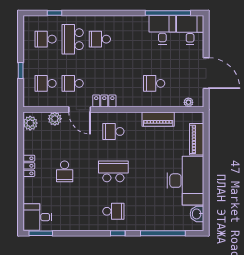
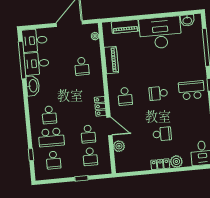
washbasin: (136, 23) -> (33, 86), added
door: (80, 110) -> (109, 126), hinge flipped
plant: (30, 123) -> (176, 161), moved
school desk: (113, 171) -> (158, 93), width x0.54
school desk: (113, 211) -> (192, 90), width x1.85

